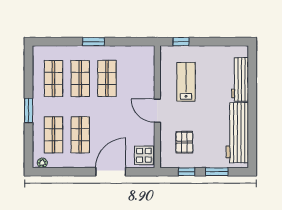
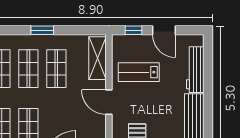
door: (210, 42) -> (164, 30), added
shelving: (146, 68) -> (98, 58), added
lab bench: (186, 82) -> (139, 72), turned -90

